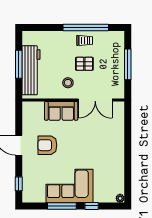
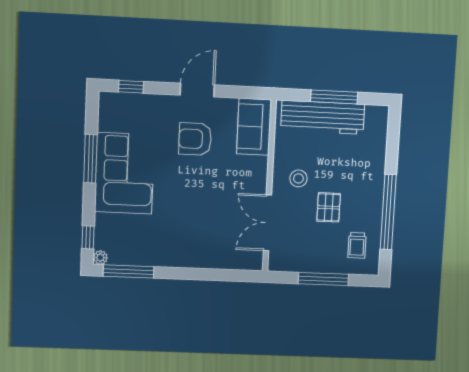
trolley: (85, 40) -> (357, 245), moved
sofa: (61, 111) -> (254, 127), moved
armchair: (47, 145) -> (195, 139), turned -90
window: (128, 181) -> (129, 271), added
window: (92, 206) -> (88, 237), moved

